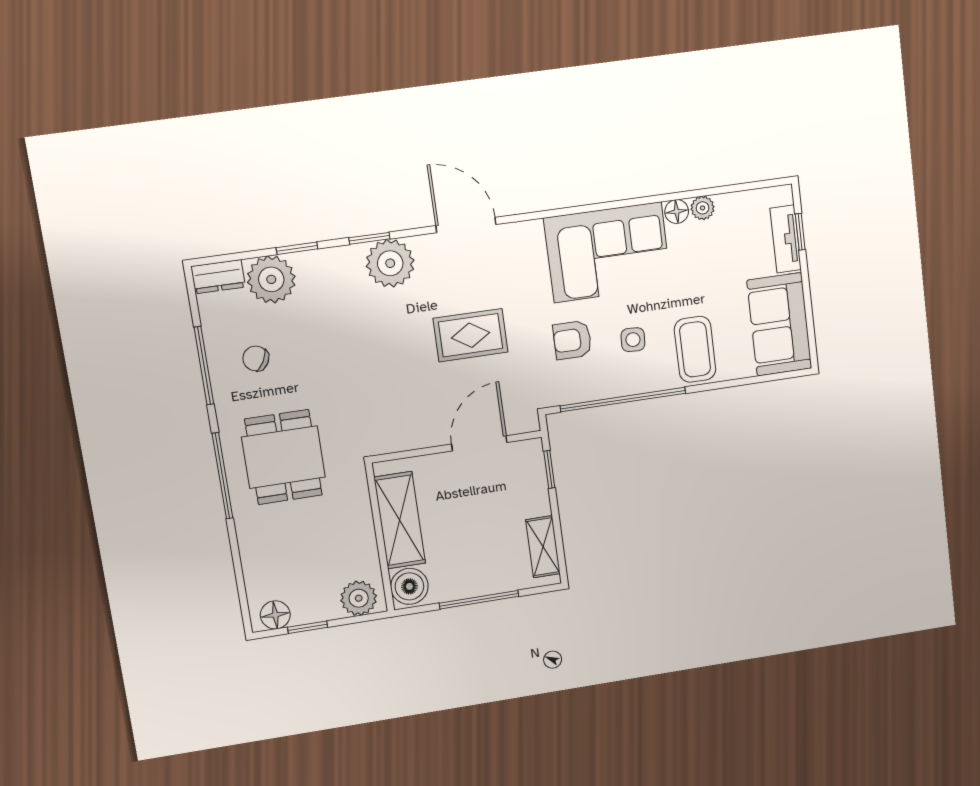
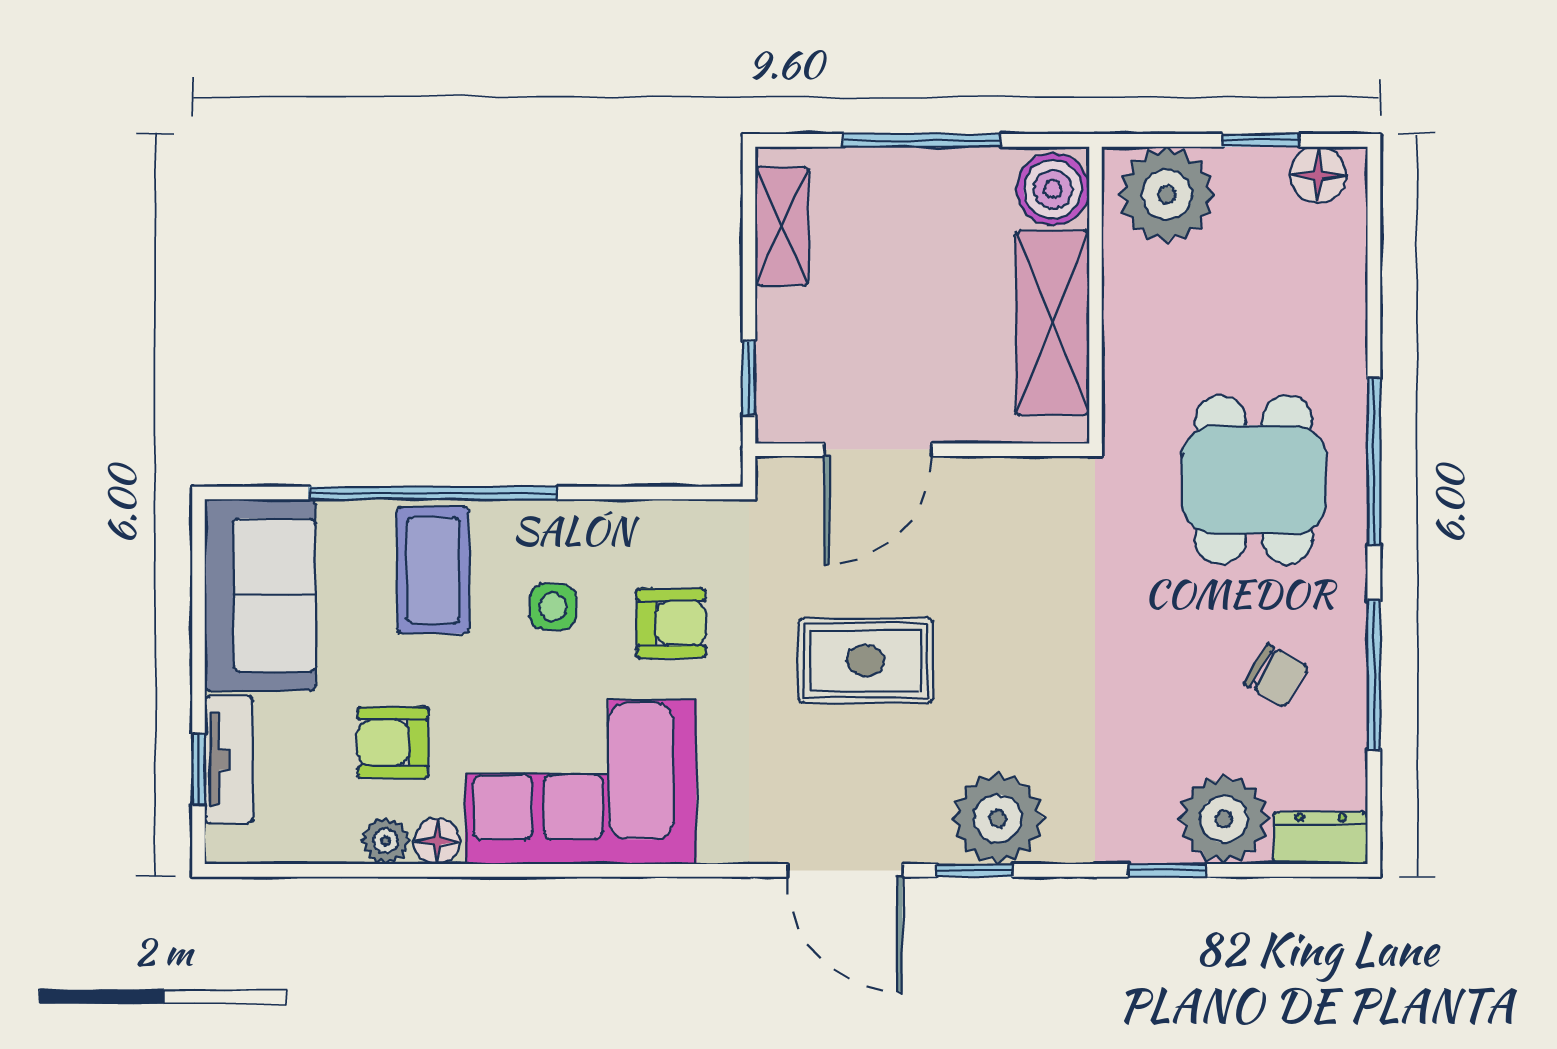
window: (369, 238) -> (974, 870), moved
armchair: (705, 259) -> (393, 742), added
window: (623, 400) -> (433, 493), moved
plant: (359, 598) -> (1167, 195), width x1.36, depth x1.36

